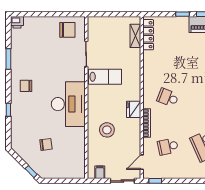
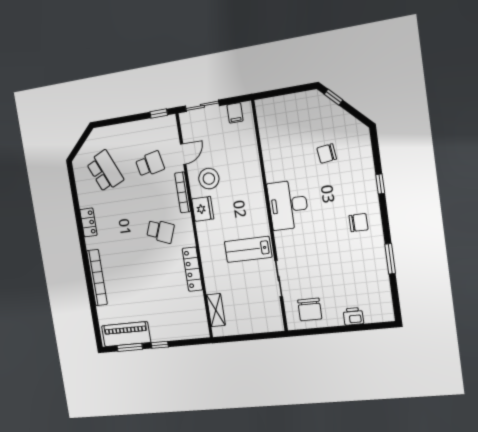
printer: (17, 22) -> (353, 316), moved
chair: (67, 30) -> (310, 309), turned -90
locker: (148, 35) -> (192, 269), moved
desk: (68, 104) -> (288, 205), width x0.73, depth x0.77
stool: (107, 130) -> (209, 179), moved
chair: (46, 144) -> (327, 154), moved
door: (142, 162) -> (183, 154), moved

